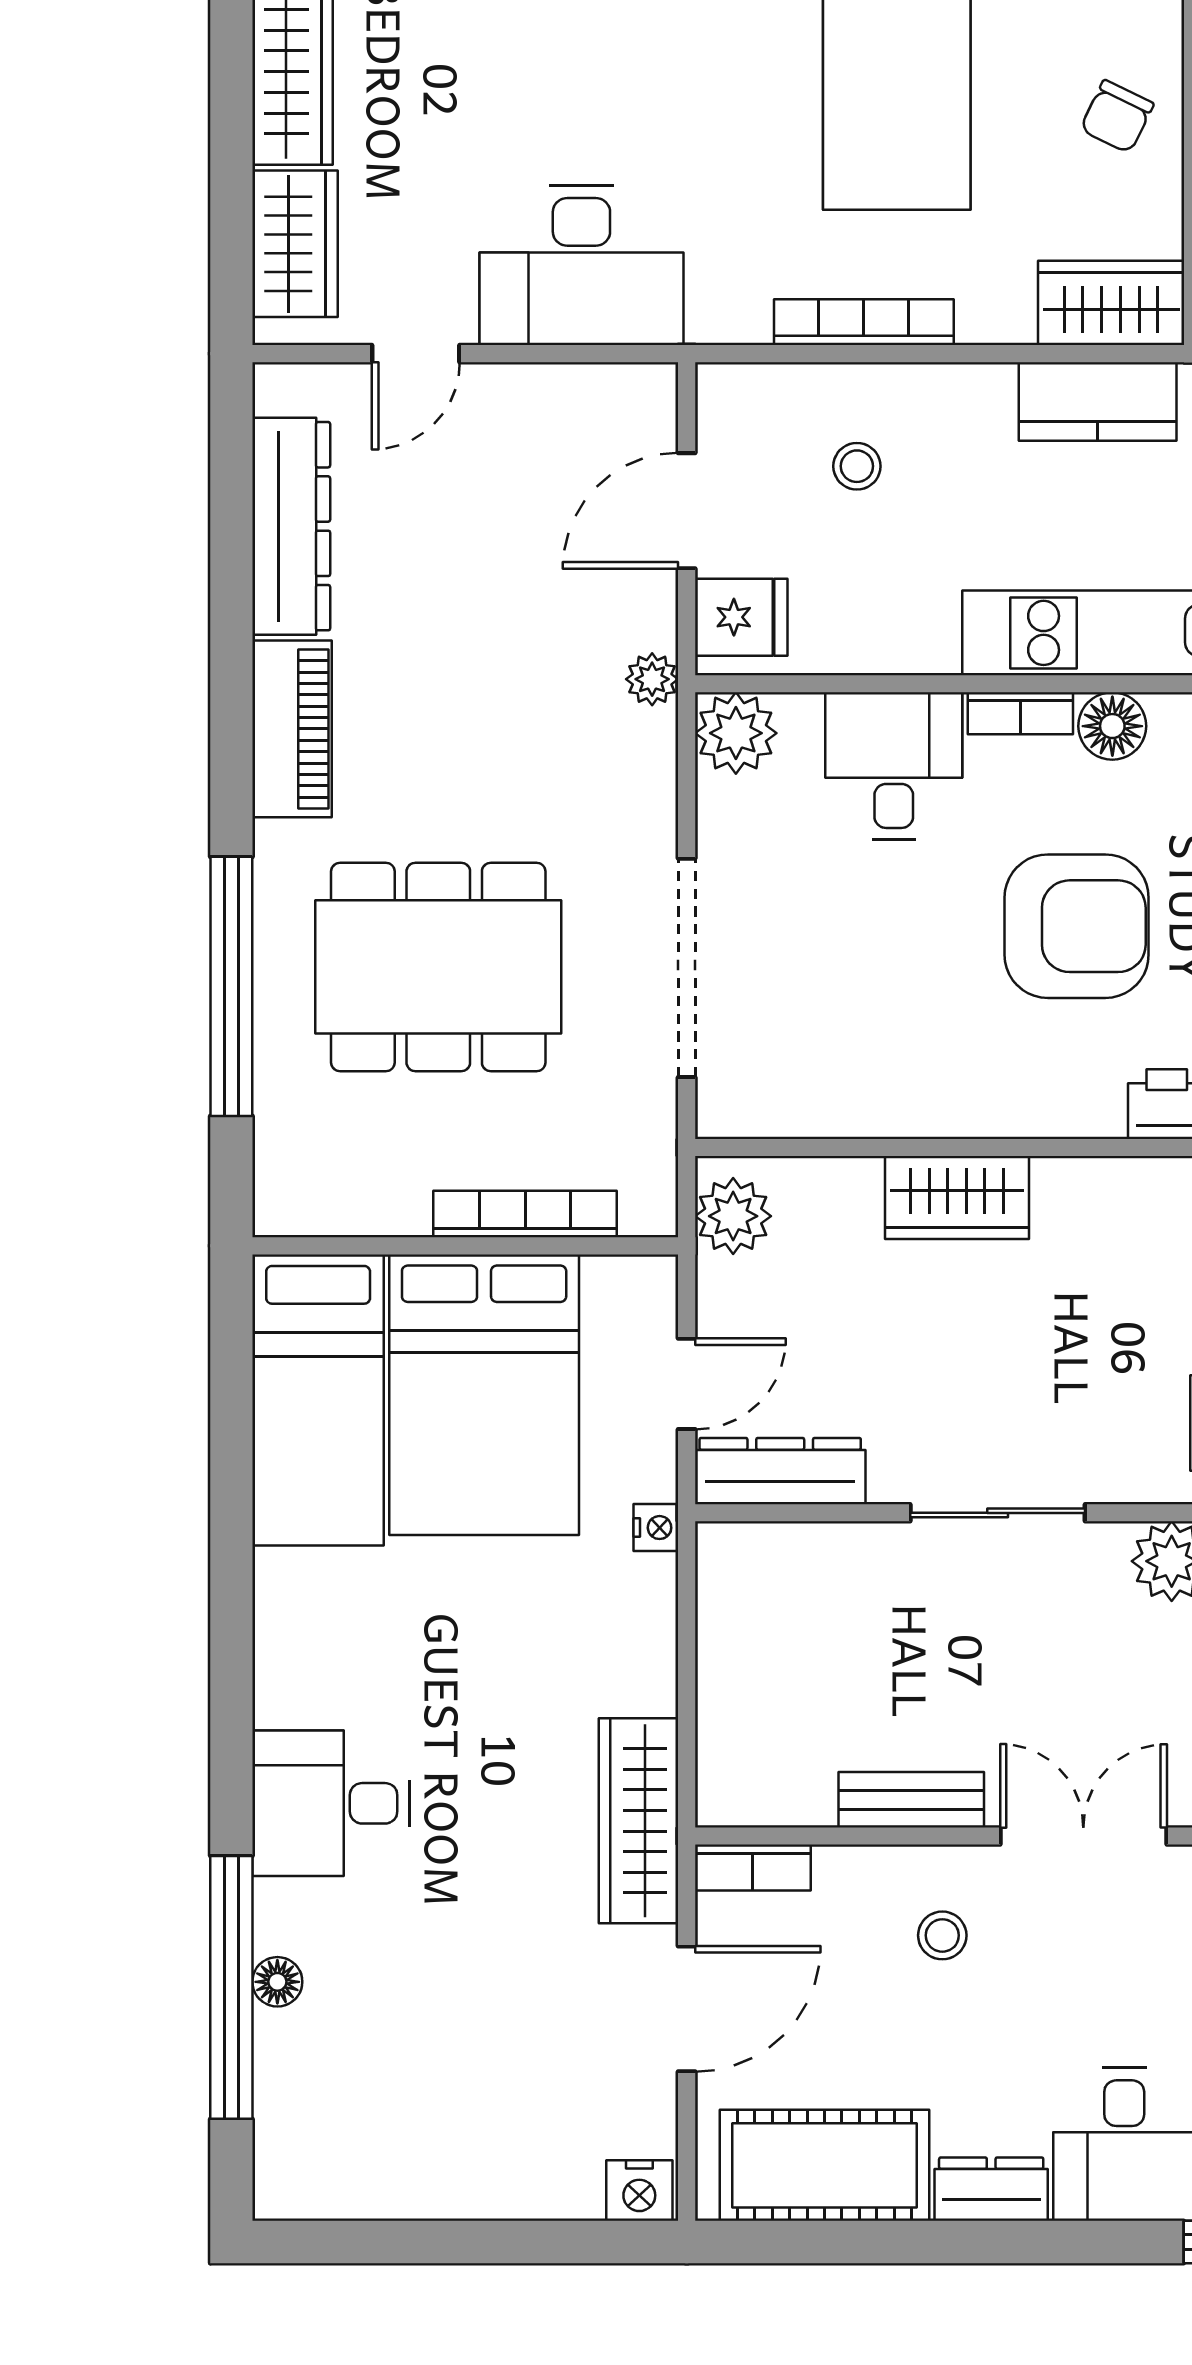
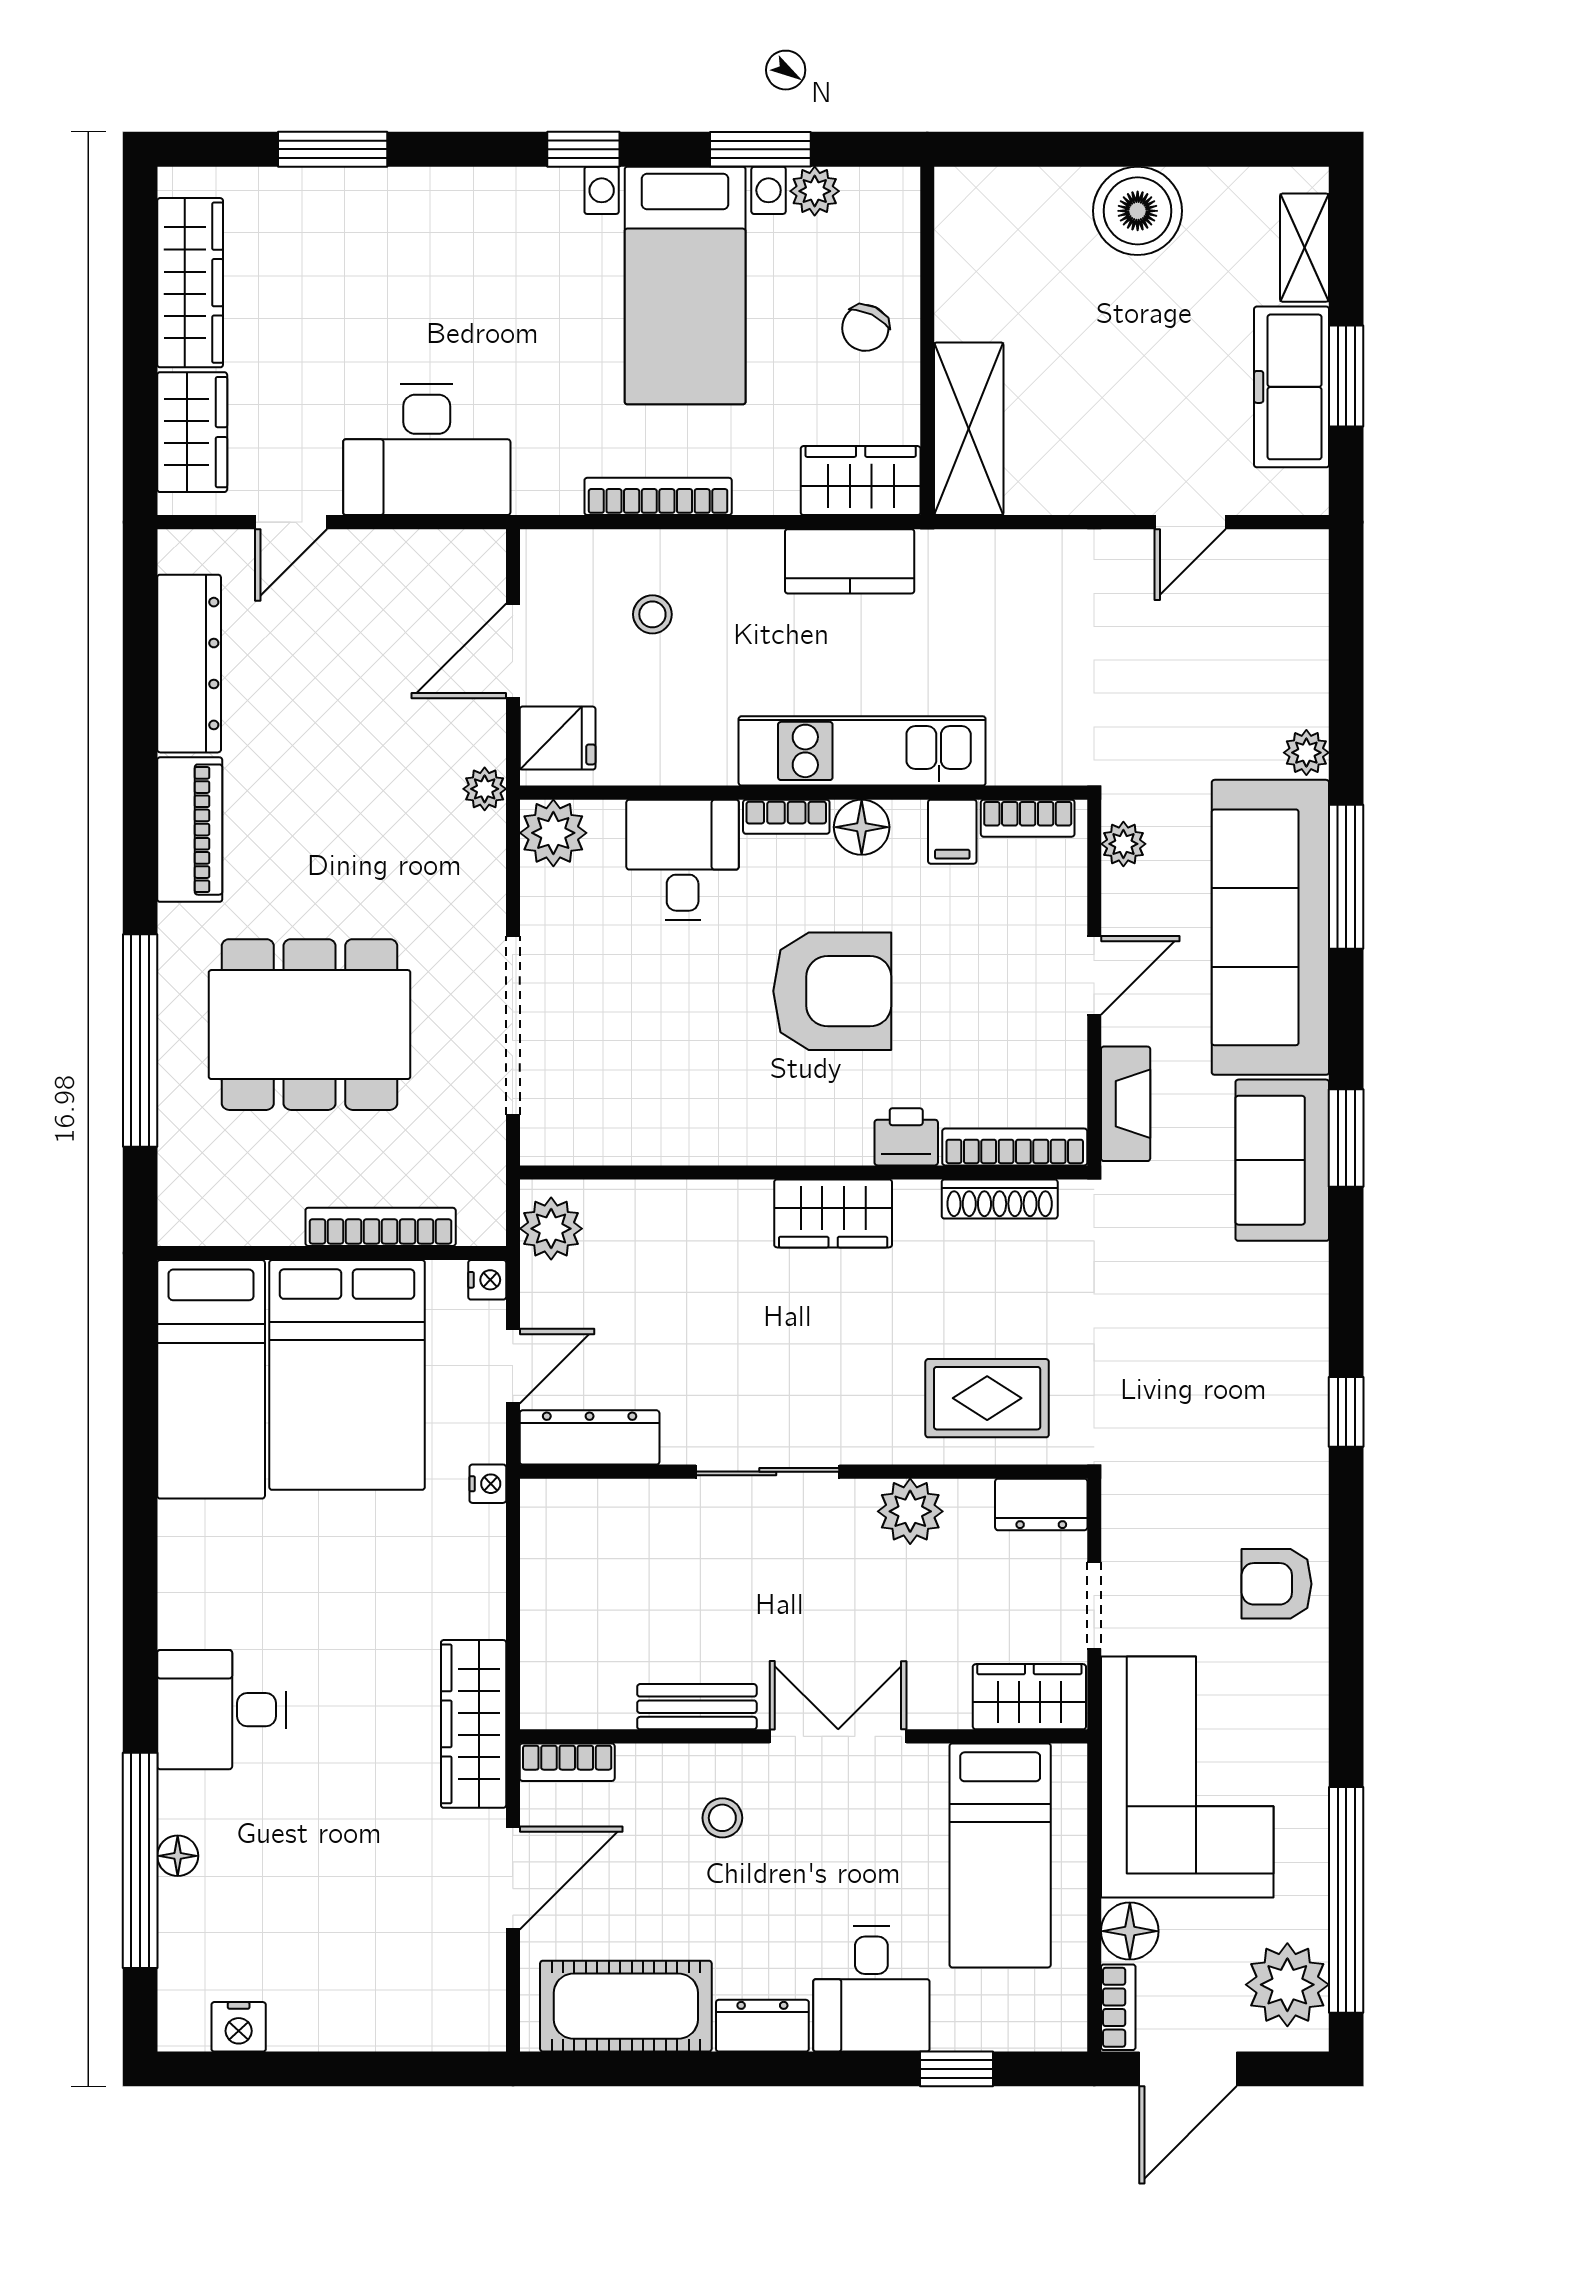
wardrobe: (957, 1198) -> (833, 1213), moved
nightstand: (655, 1279) -> (487, 1280), added
nightstand: (639, 2191) -> (239, 2027), moved

